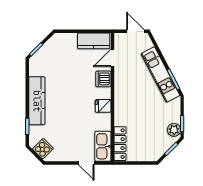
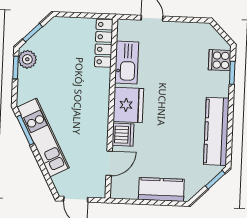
kitchen counter: (94, 41) -> (161, 189), moved
kitchen counter: (37, 101) -> (216, 131), moved
fridge: (103, 106) -> (128, 105), width x1.88, depth x1.34
kitchen sink: (103, 146) -> (127, 62), moved
cooker: (43, 149) -> (220, 60), moved, turned 45

